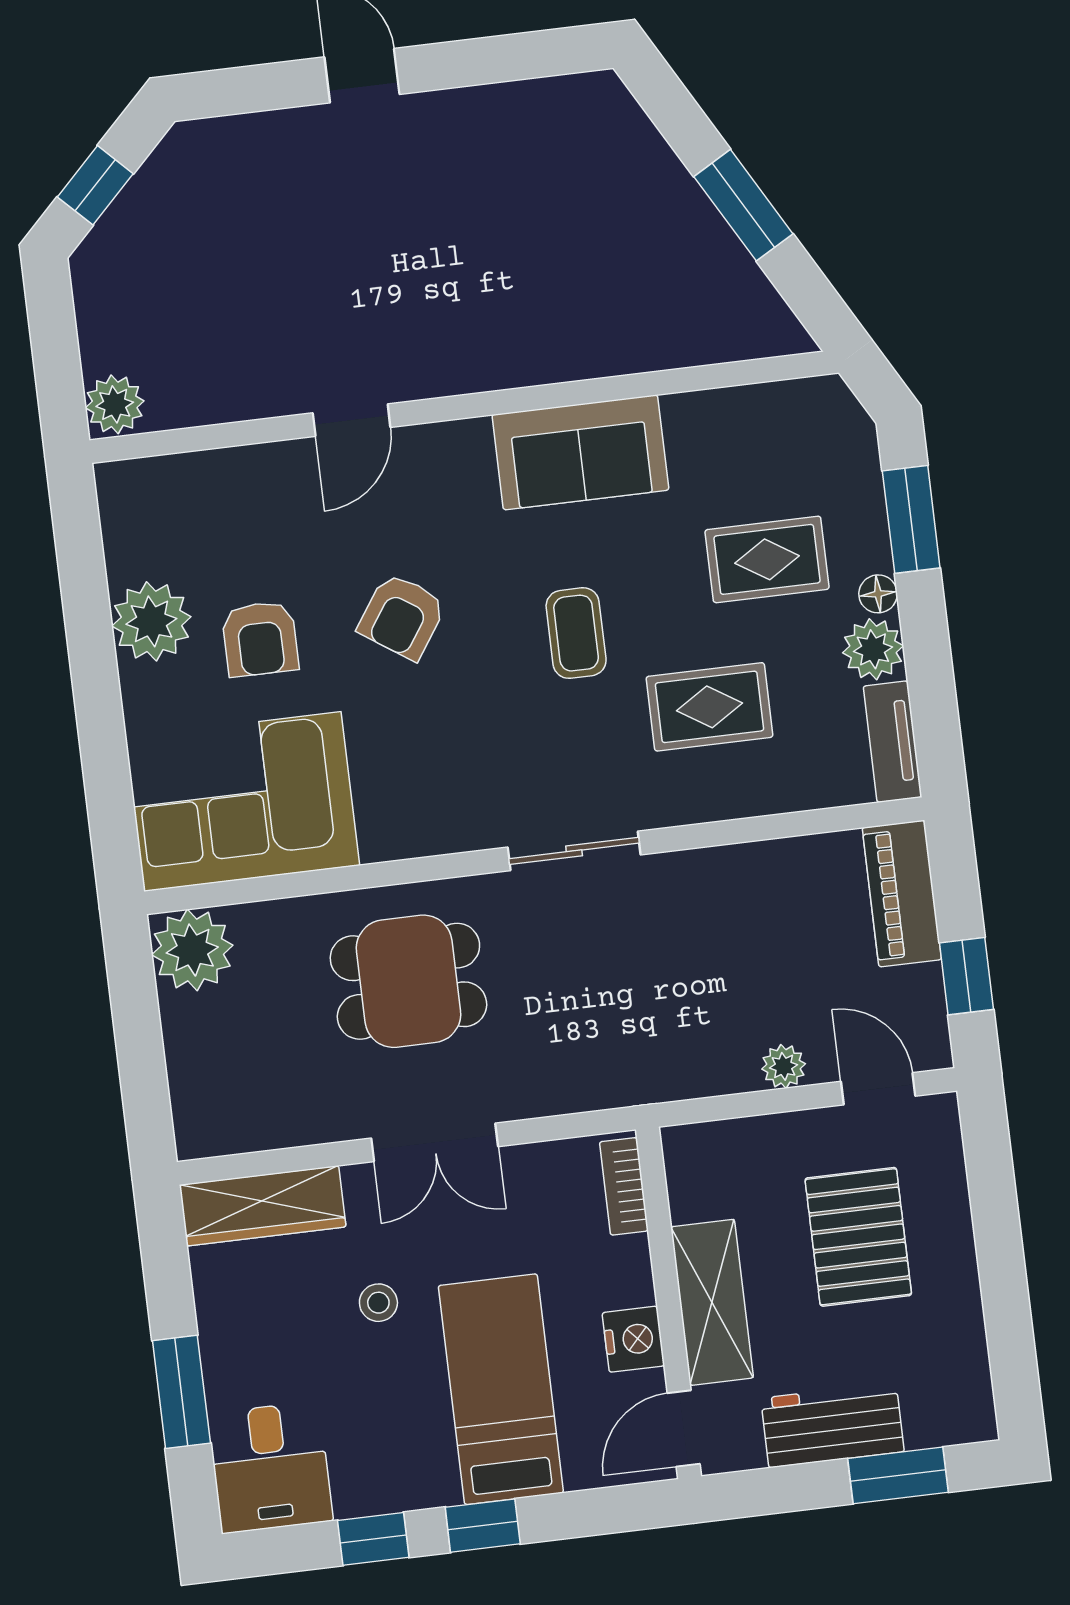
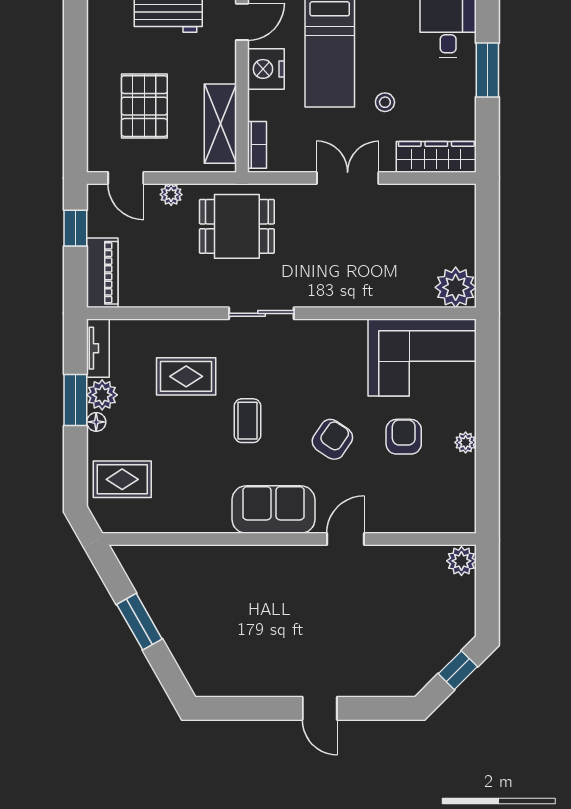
sofa: (580, 452) -> (273, 510), moved
window: (911, 519) -> (75, 400), moved
rug: (767, 559) -> (122, 479), moved
plant: (151, 621) -> (466, 442), width x0.53, depth x0.53
dining table: (408, 981) -> (237, 226), moved
shelving: (712, 1302) -> (220, 124), moved
nightstand: (633, 1339) -> (266, 69), width x1.36, depth x1.33

